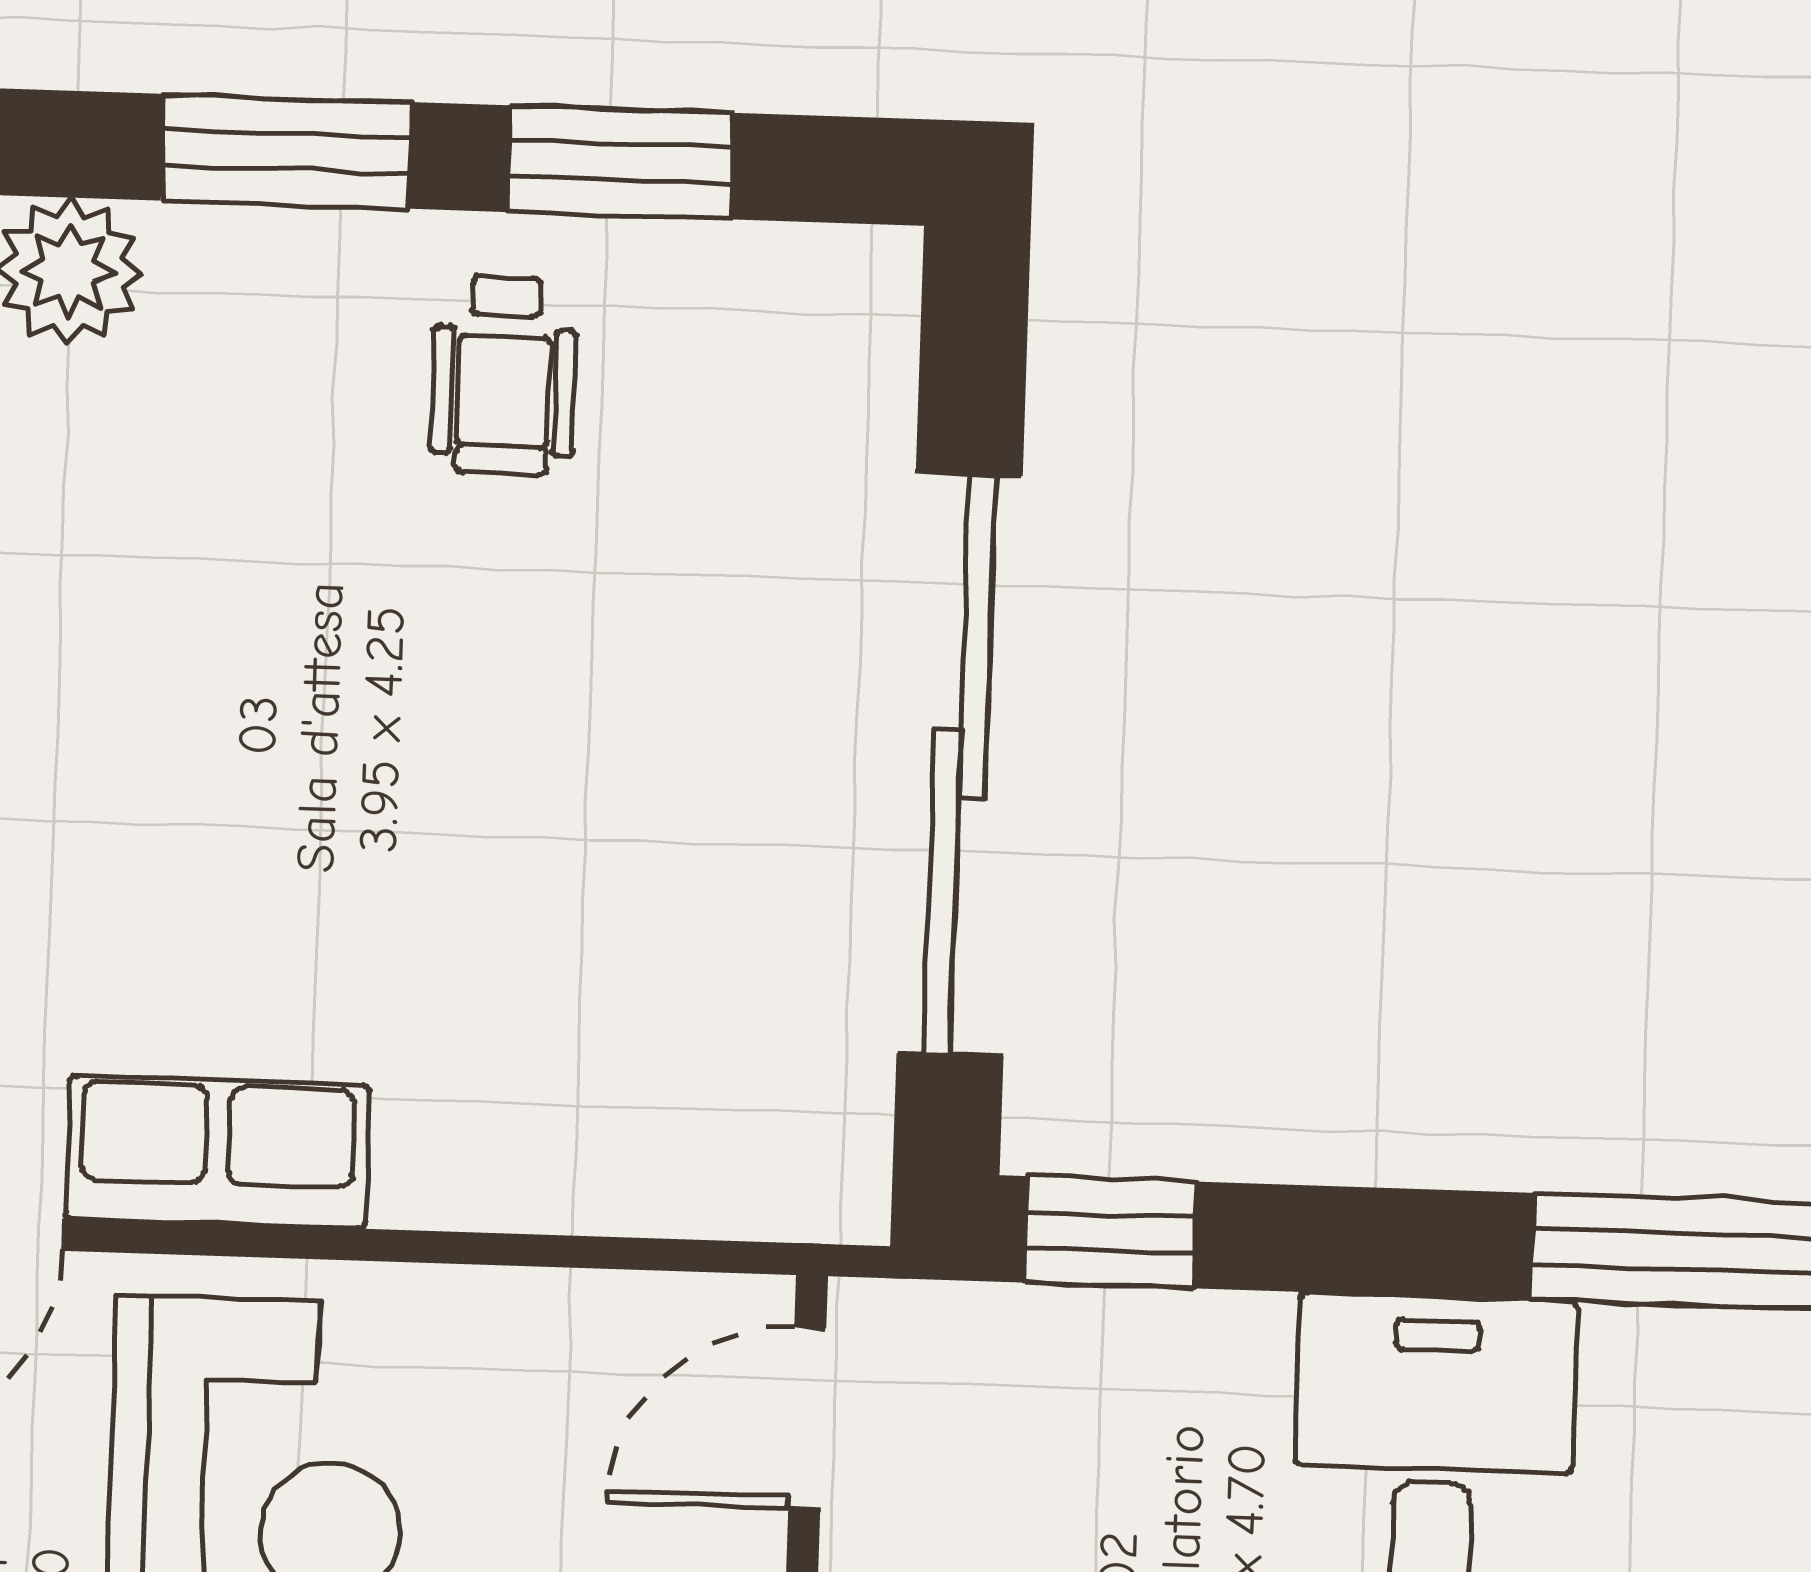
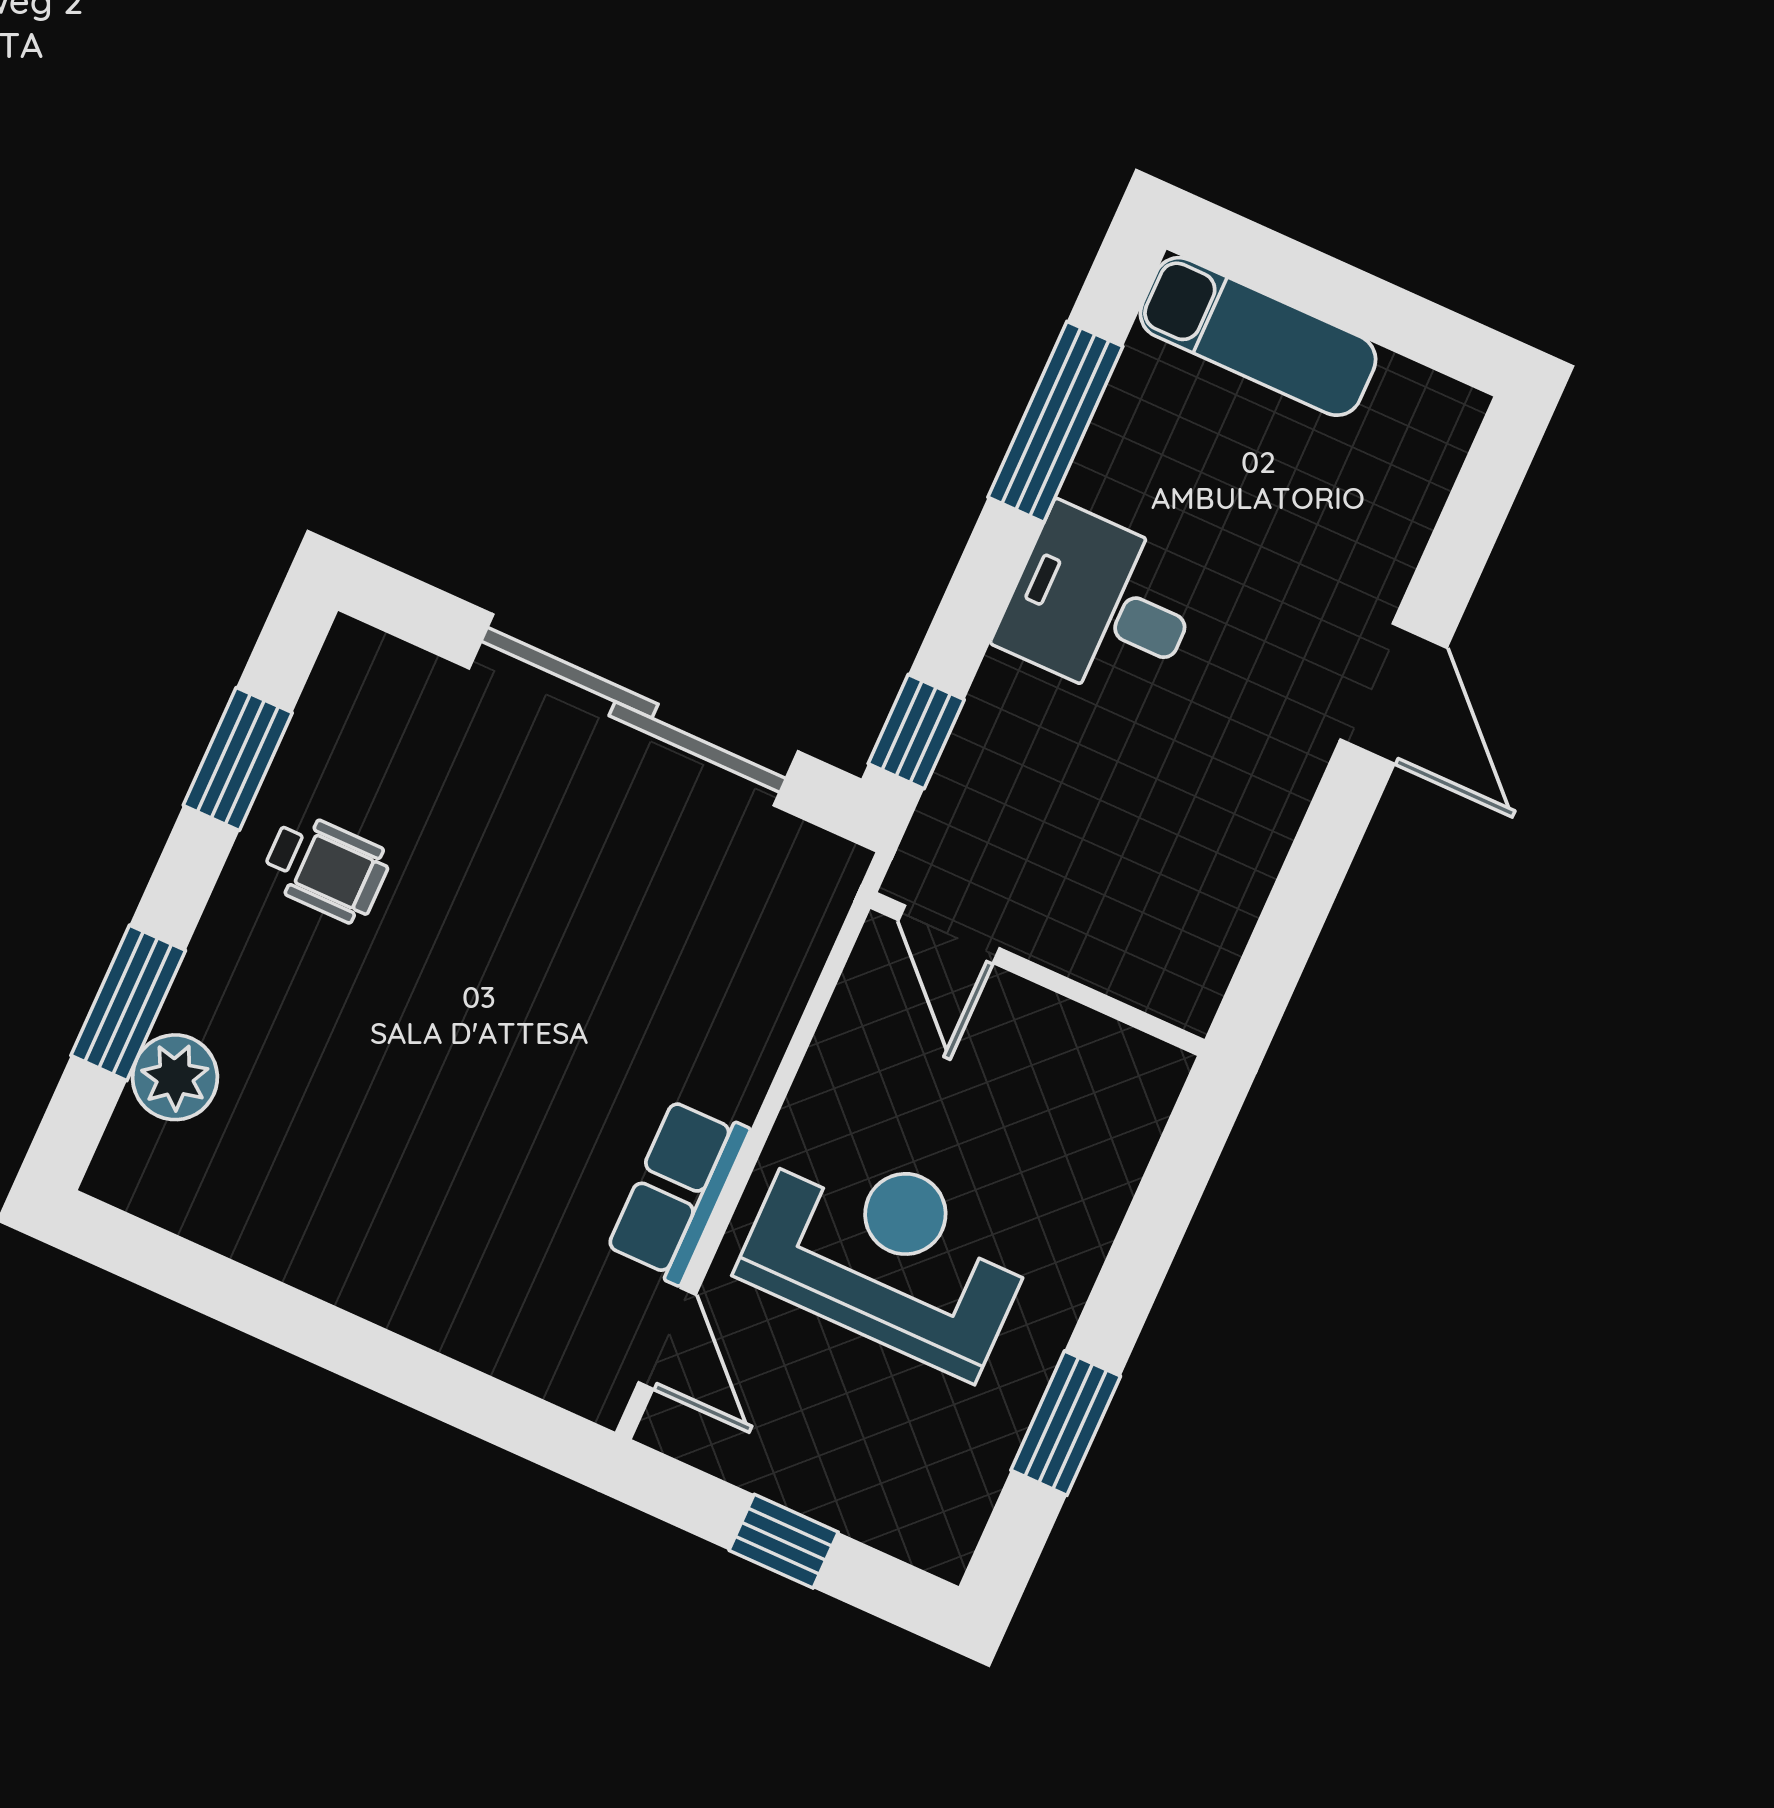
window: (286, 151) -> (128, 1003), moved

